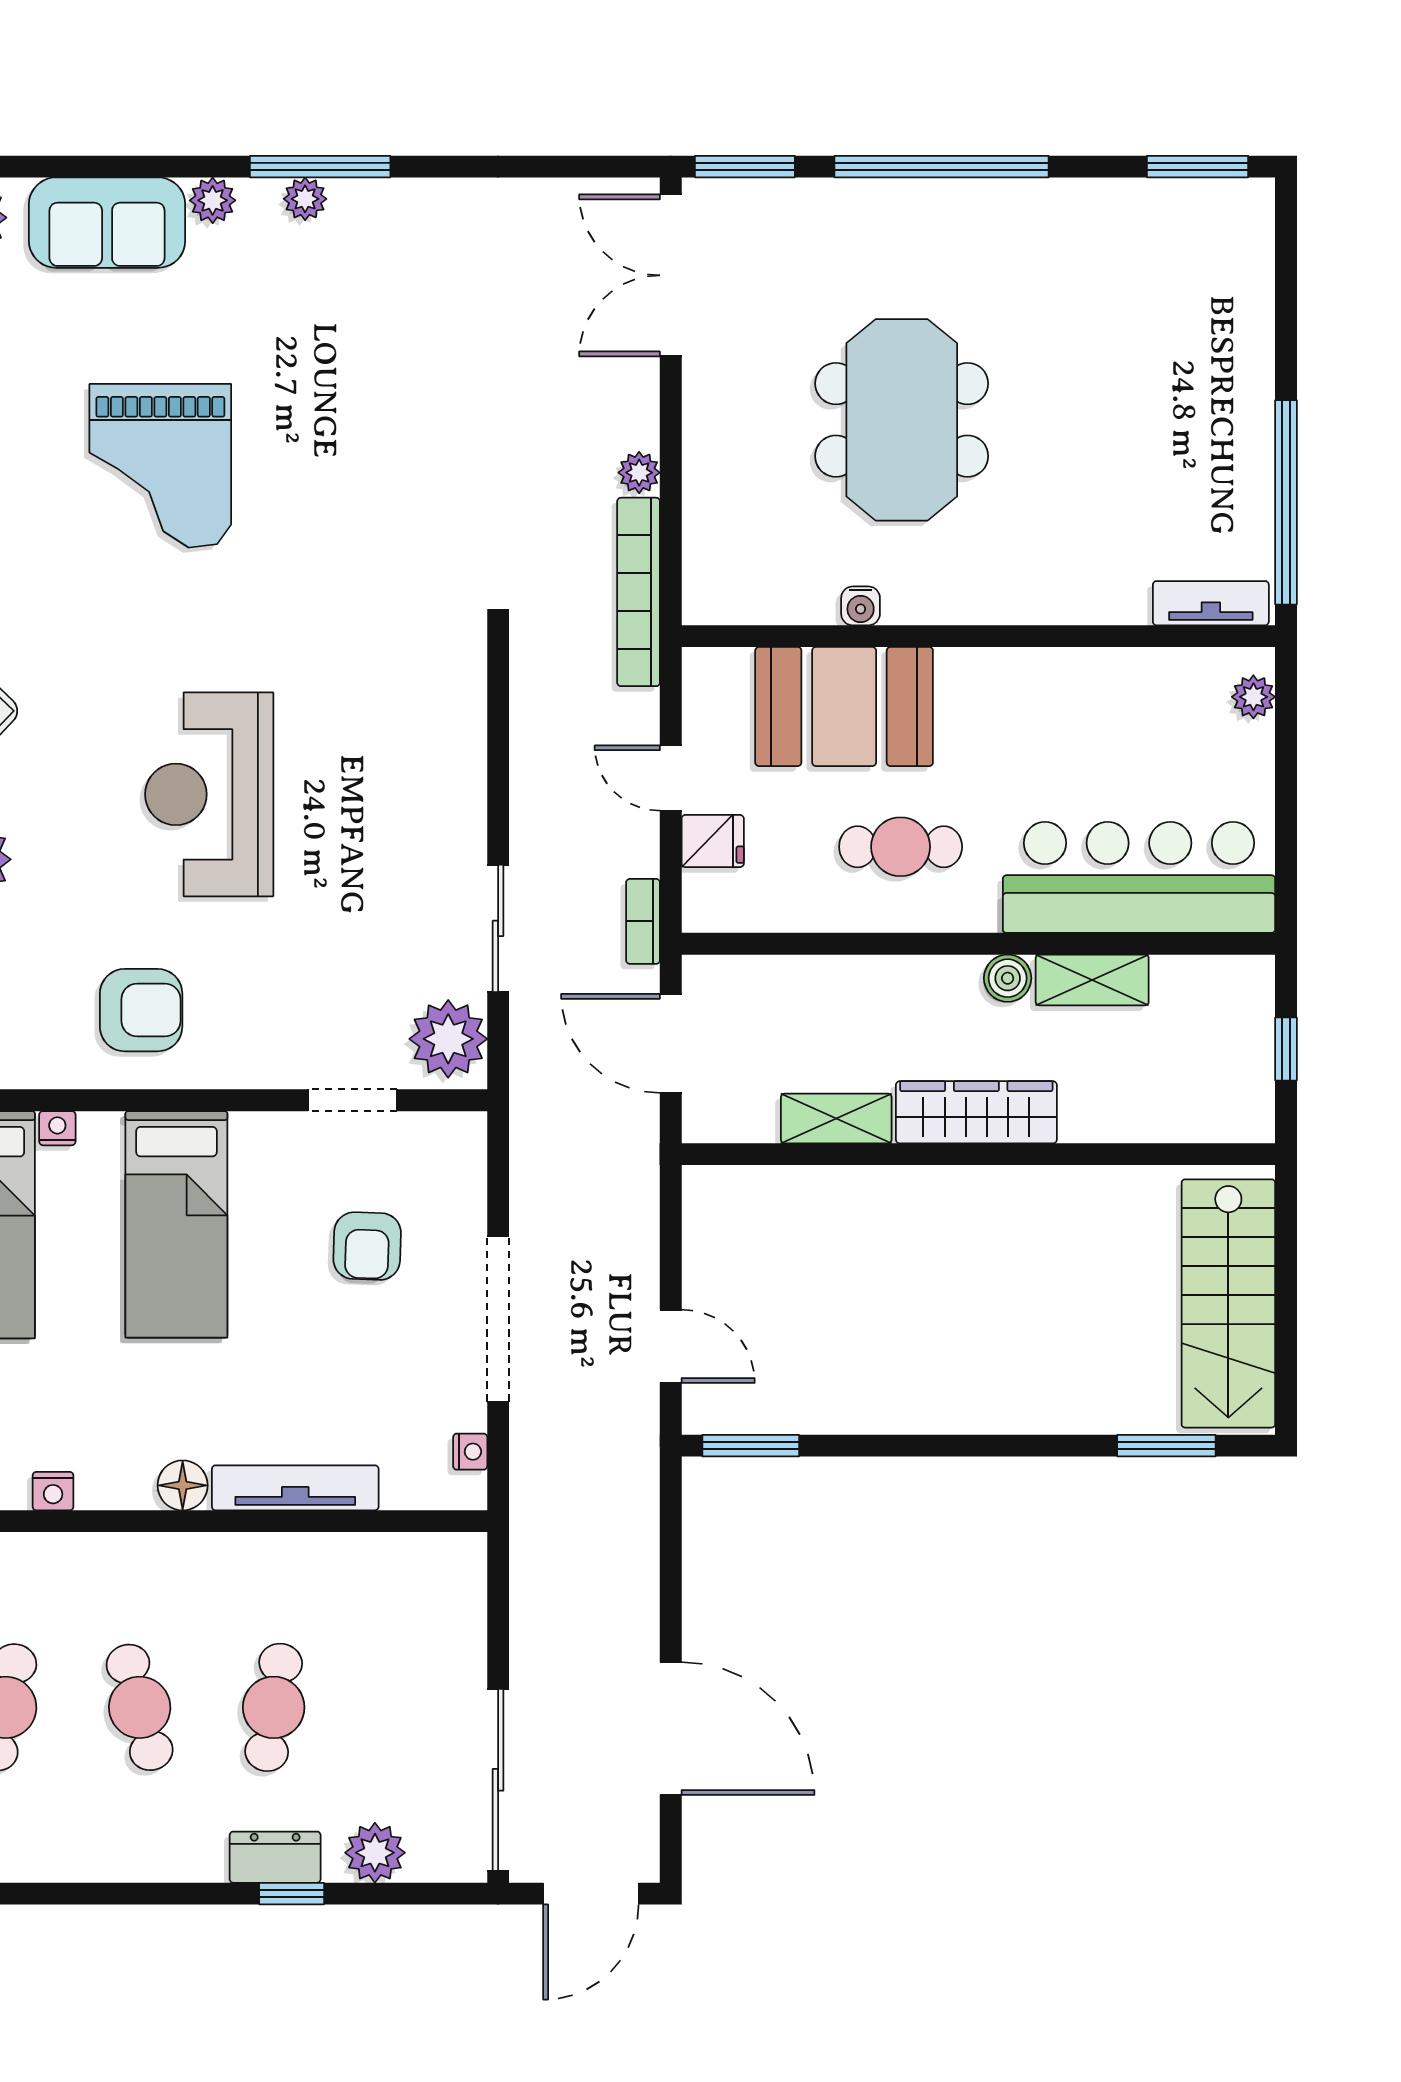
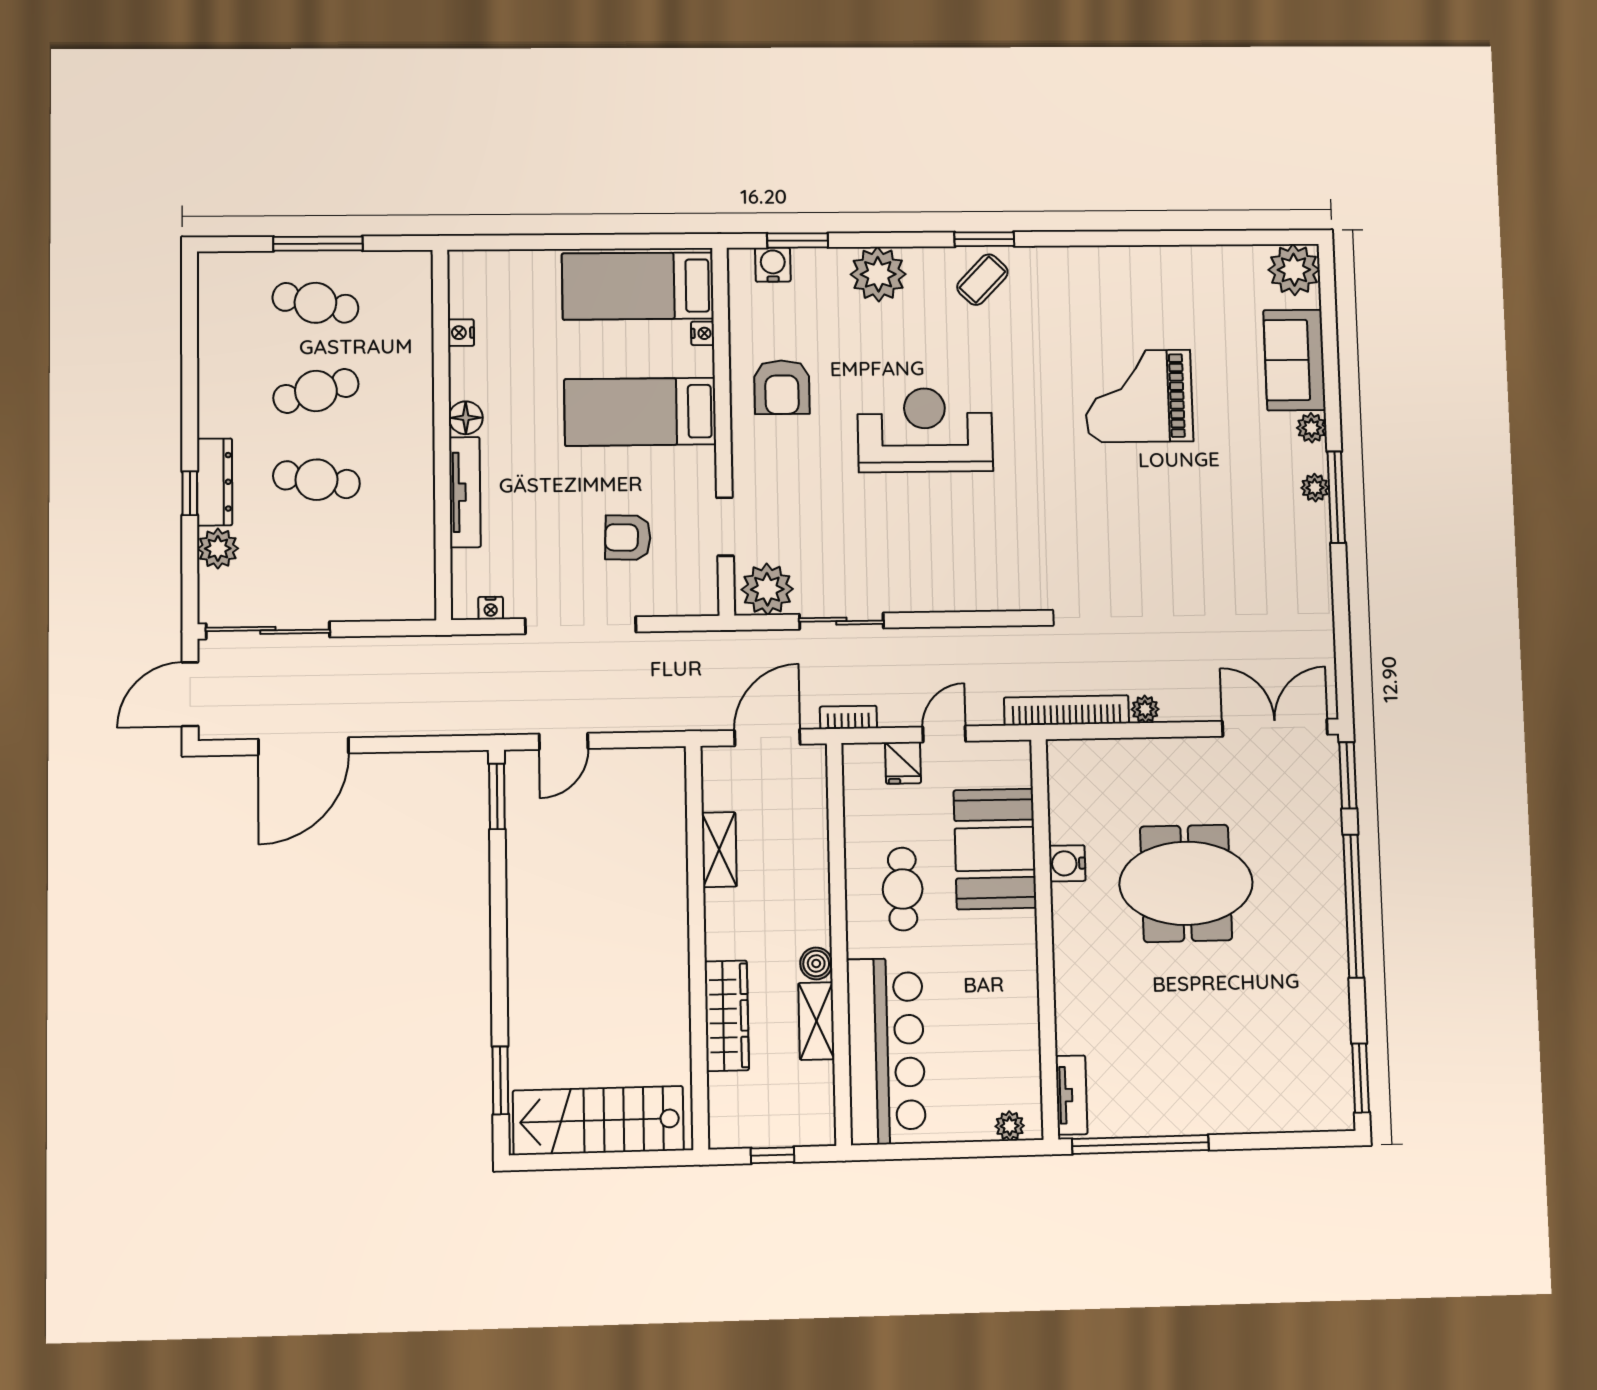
water cooler: (861, 606) -> (1067, 863), width x1.38, depth x1.38
wardrobe: (976, 1112) -> (727, 1016), moved
dresser: (275, 1857) -> (215, 482), width x1.44
door: (591, 1894) -> (190, 694), hinge flipped

